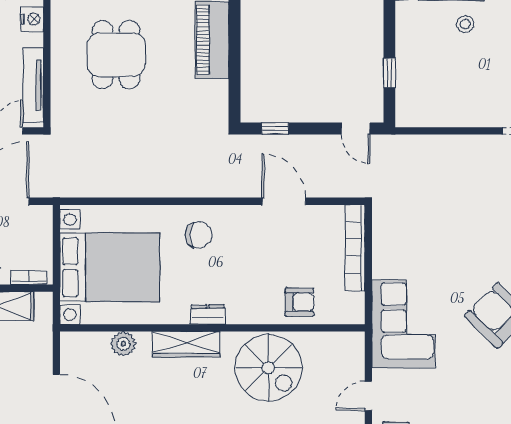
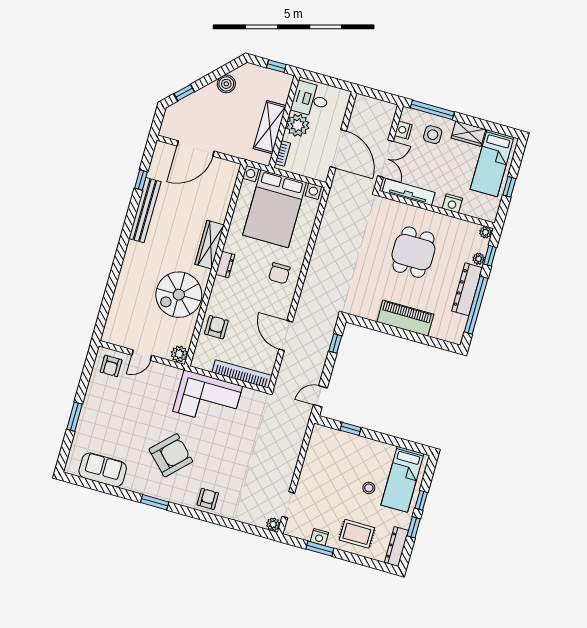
dining table: (116, 55) -> (413, 252), turned 90
door: (284, 201) -> (286, 336), swing flipped
armchair: (299, 302) -> (216, 327), turned 180
corner sofa: (403, 324) -> (208, 399), moved
plant: (123, 344) -> (179, 354), moved
door: (368, 396) -> (142, 355), swing flipped

